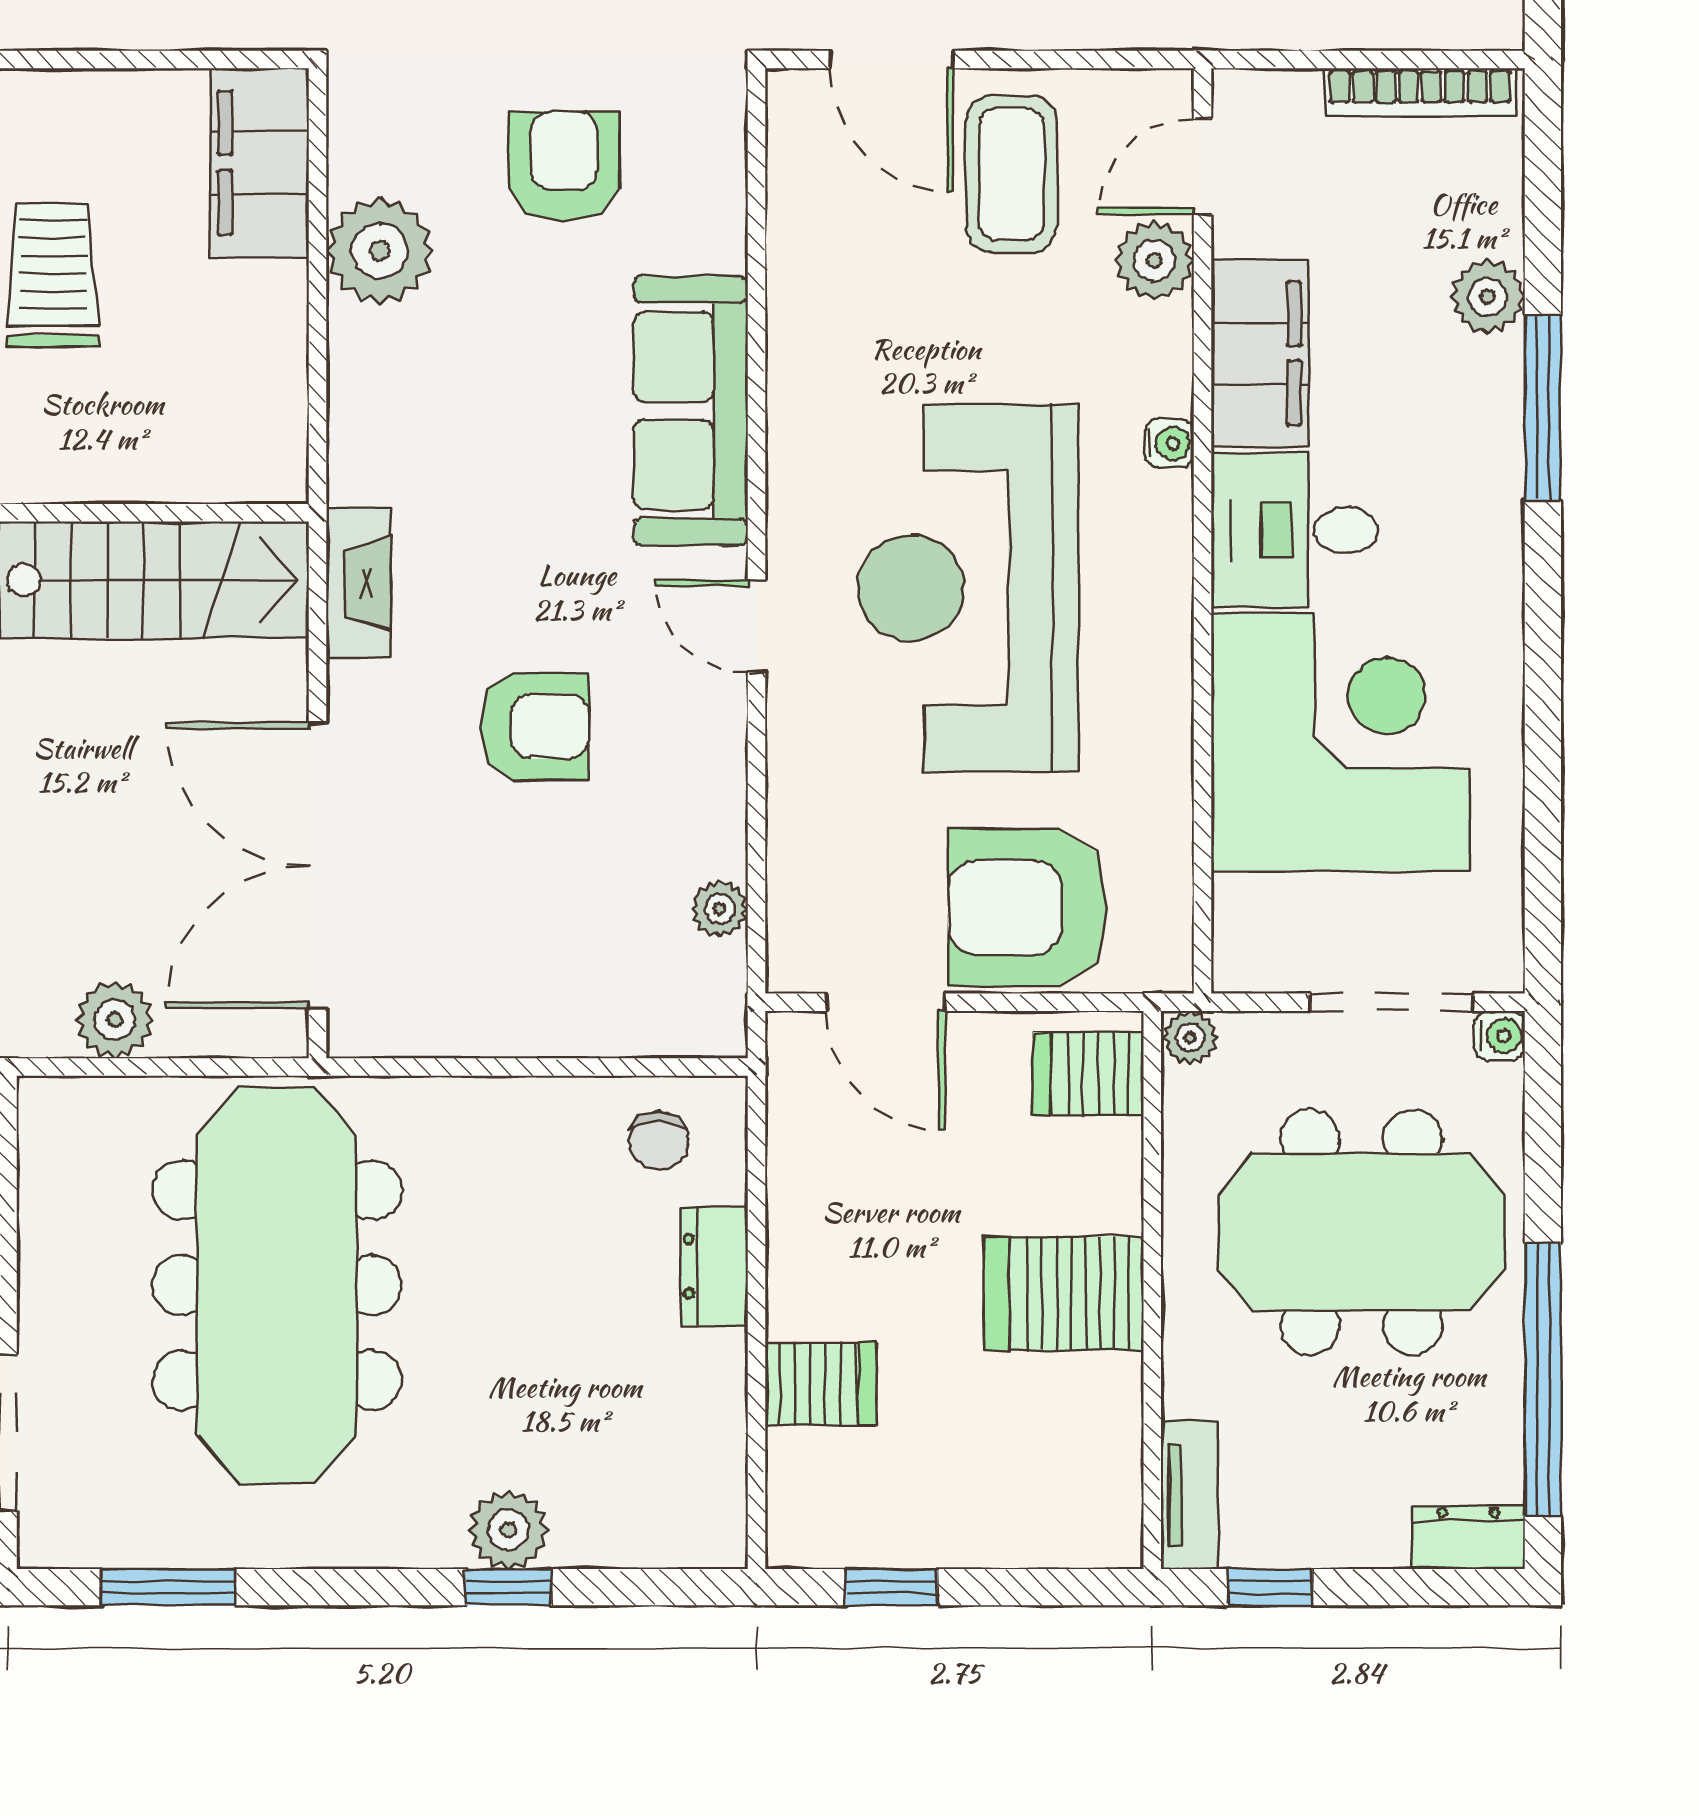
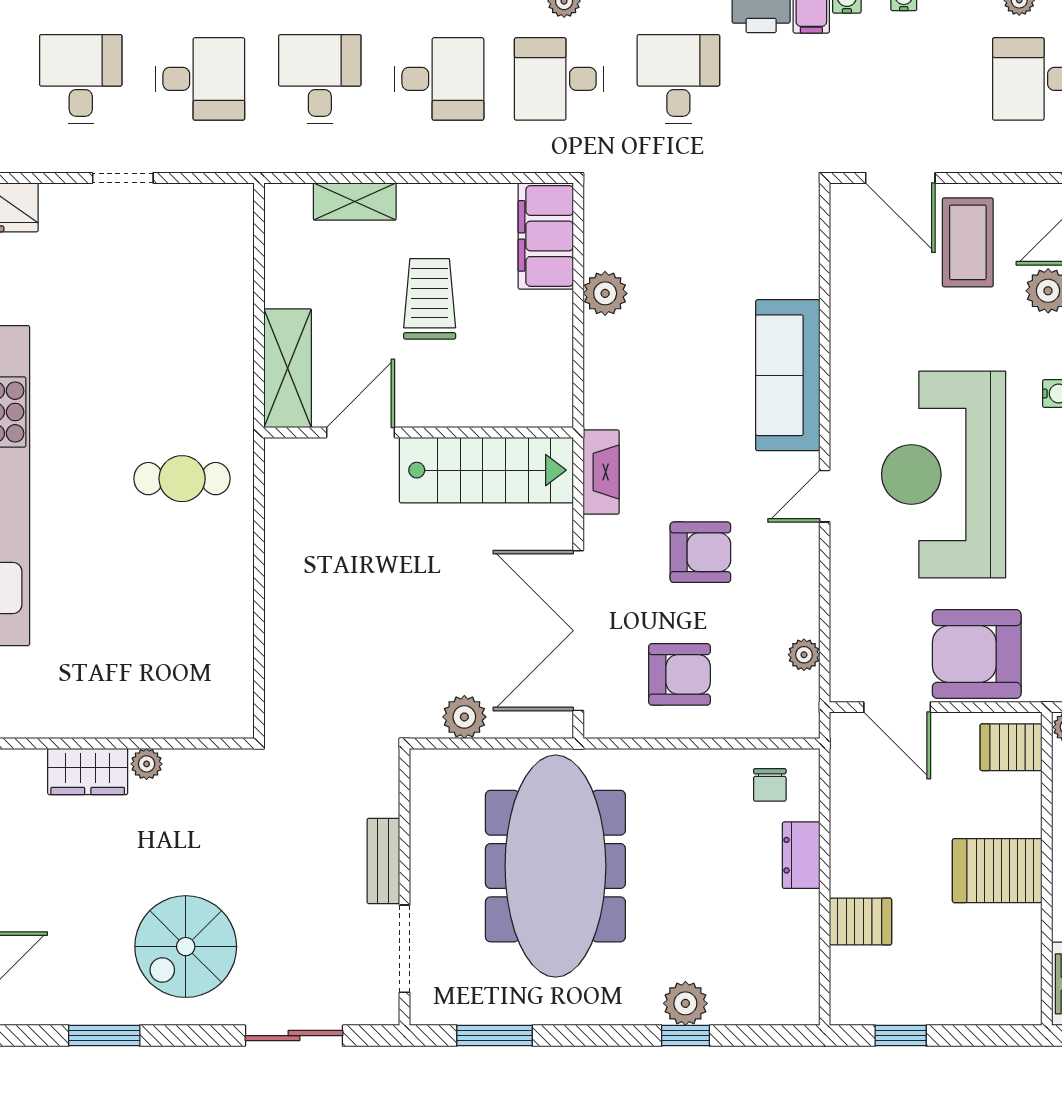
armchair: (564, 166) -> (680, 674), moved, turned 90
plant: (380, 251) -> (605, 293), width x0.73, depth x0.73
door: (756, 626) -> (825, 496), hinge flipped

